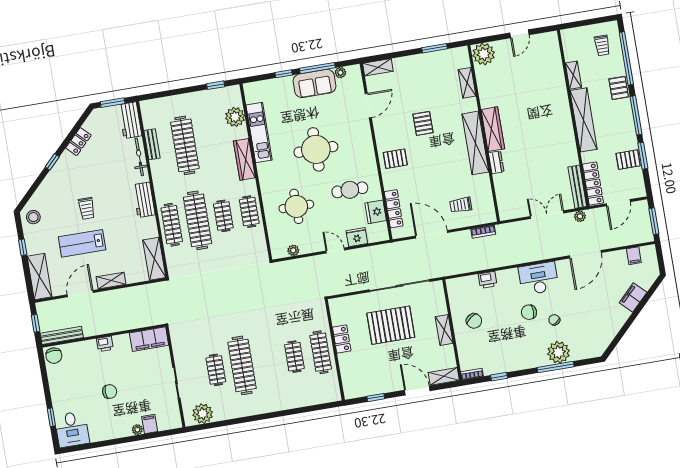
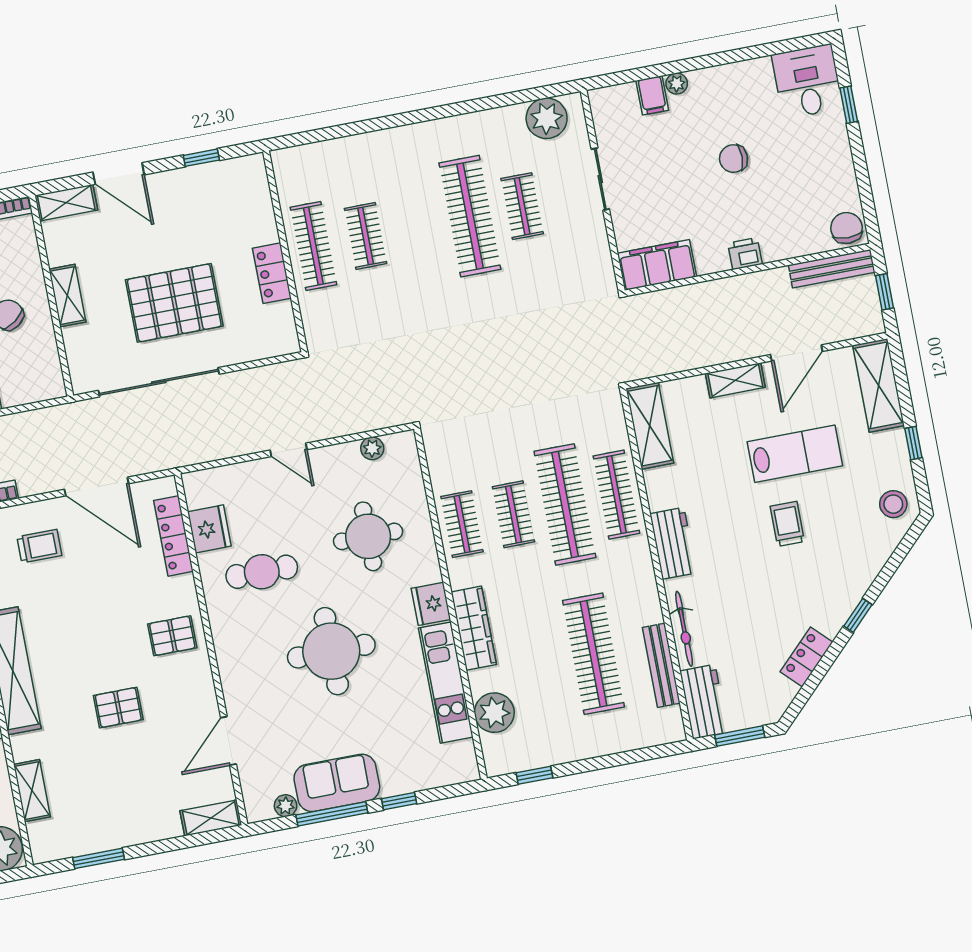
pallet: (423, 123) -> (118, 708), turned 90
bench: (152, 144) -> (661, 665), width x1.36
fridge: (357, 237) -> (431, 604), moved, turned 90

